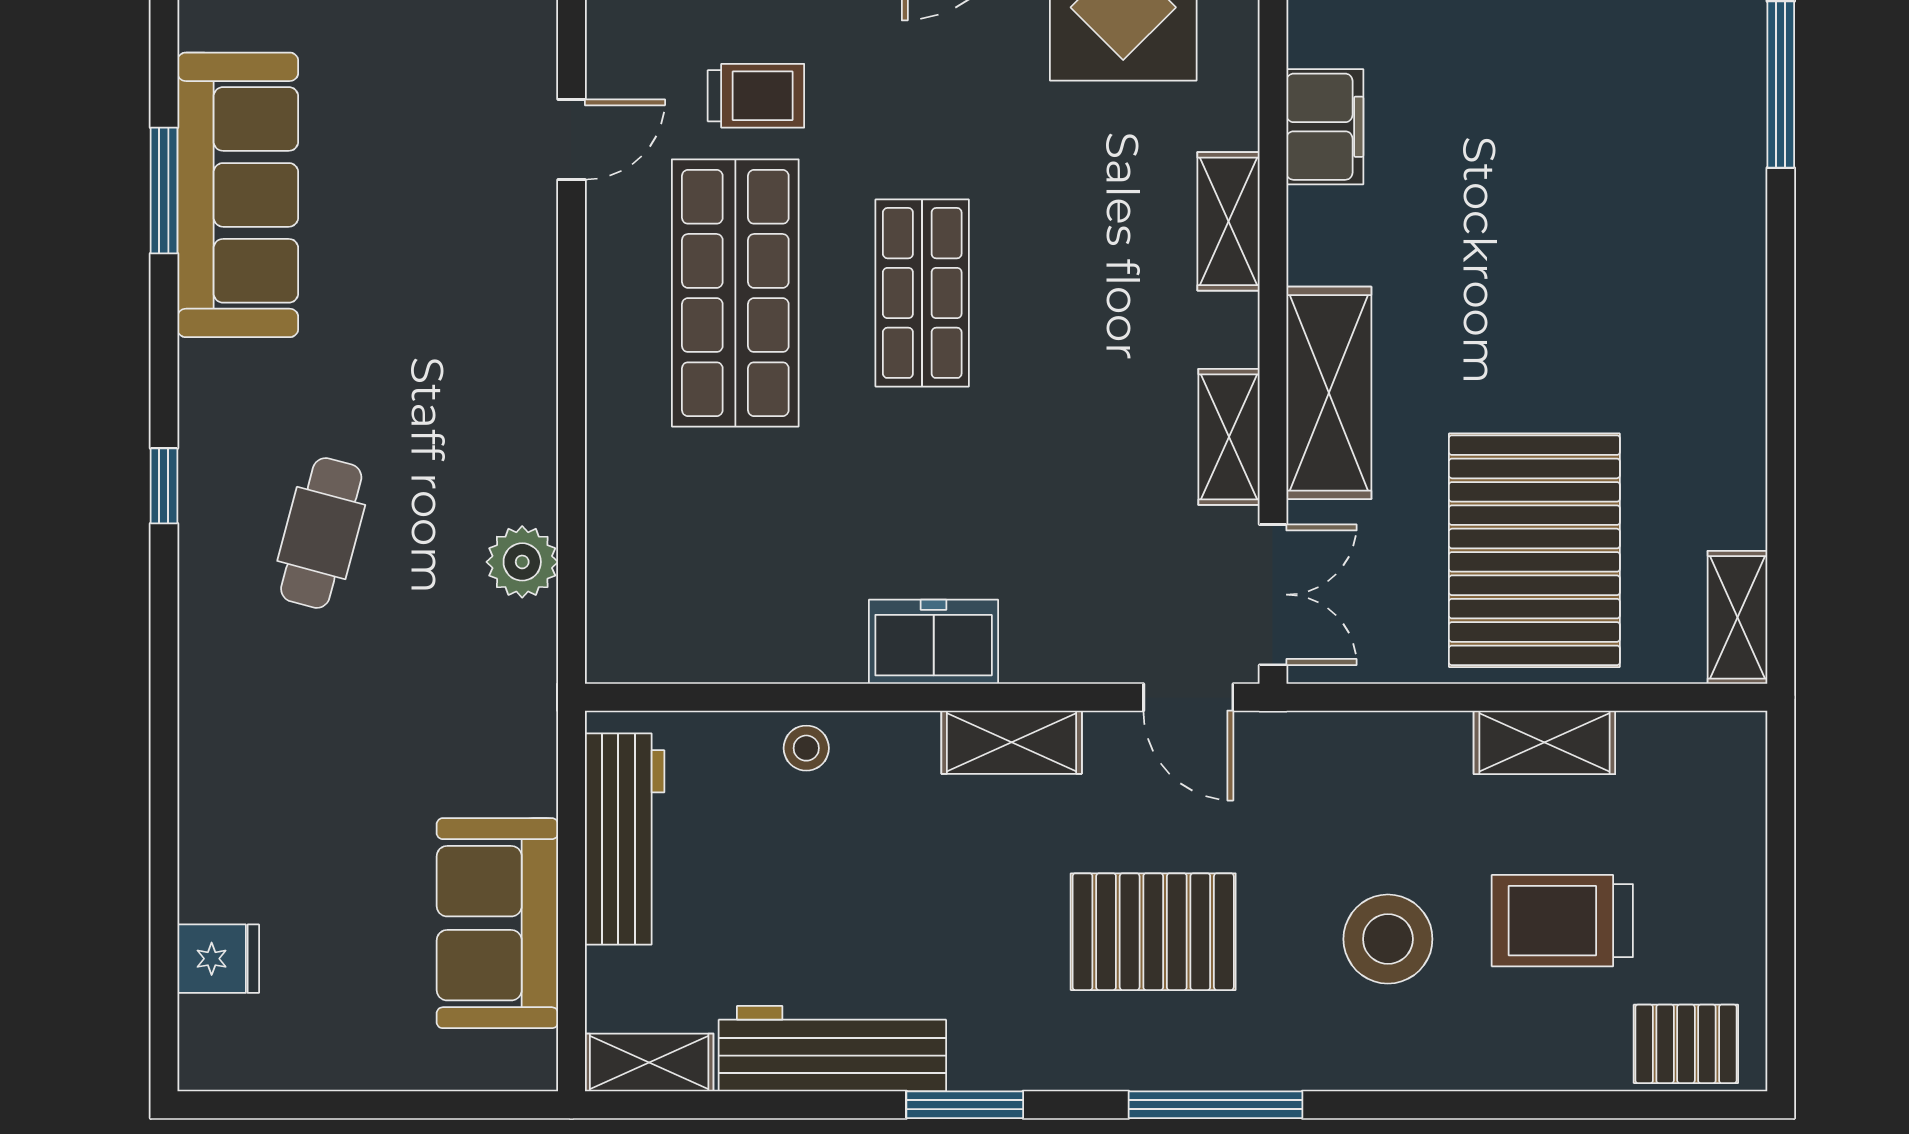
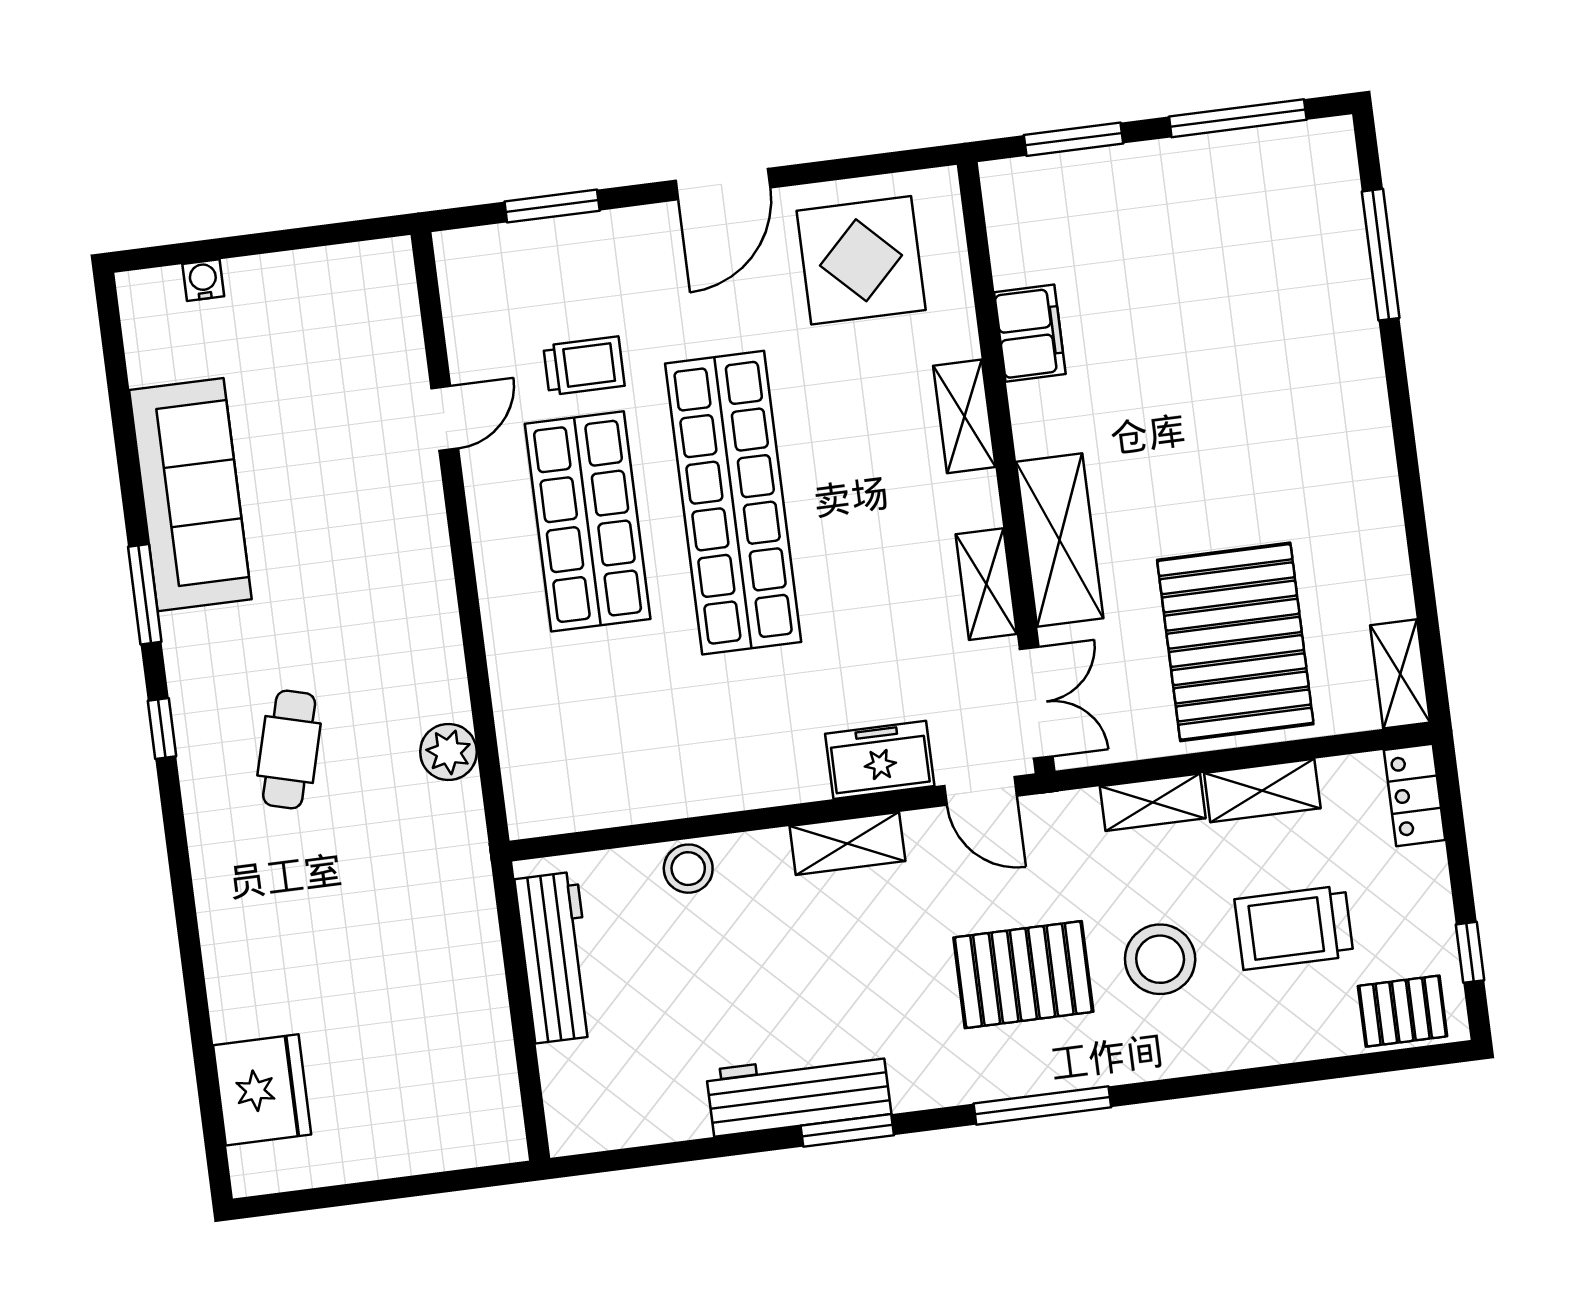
window: (164, 191) -> (145, 594), moved
shop shelf: (922, 293) -> (733, 503), width x2.00, depth x1.36
freezer: (934, 642) -> (880, 760), moved
stool: (806, 748) -> (688, 869), width x1.37, depth x1.37
locker: (1736, 773) -> (1415, 795), added
sofa: (497, 923) -> (465, 1036), removed
pallet: (1153, 932) -> (1023, 975), moved
fridge: (218, 959) -> (262, 1090), width x1.88, depth x1.34
window: (1781, 980) -> (1470, 952), added
workbench: (832, 1049) -> (799, 1092), moved
shelving: (649, 1062) -> (1153, 802), moved

